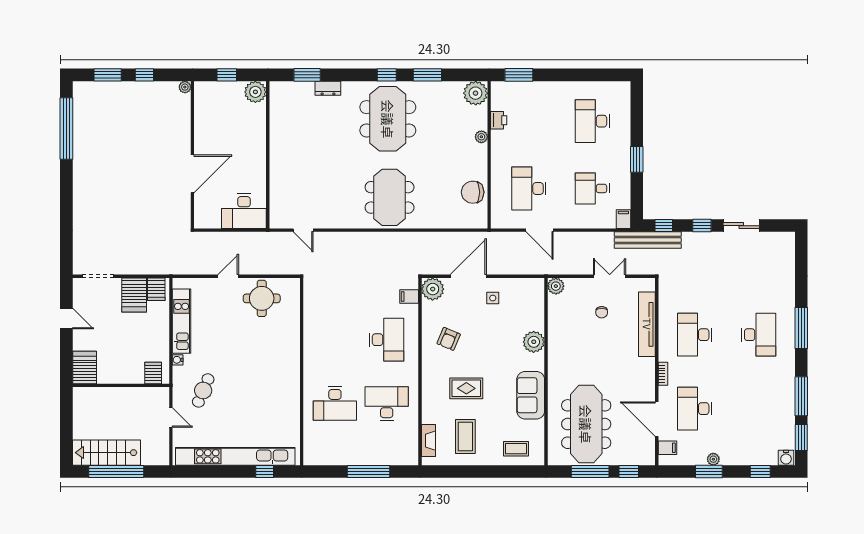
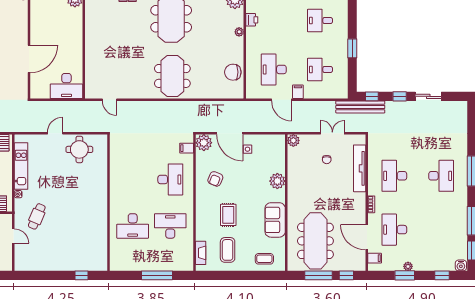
desk: (592, 121) -> (320, 21), width x0.73
filing cabinet: (623, 219) -> (298, 92), moved
door: (468, 276) -> (230, 133), swing flipped
rug: (466, 388) -> (228, 215), turned 90
kitchen unit: (235, 456) -> (60, 264), removed

